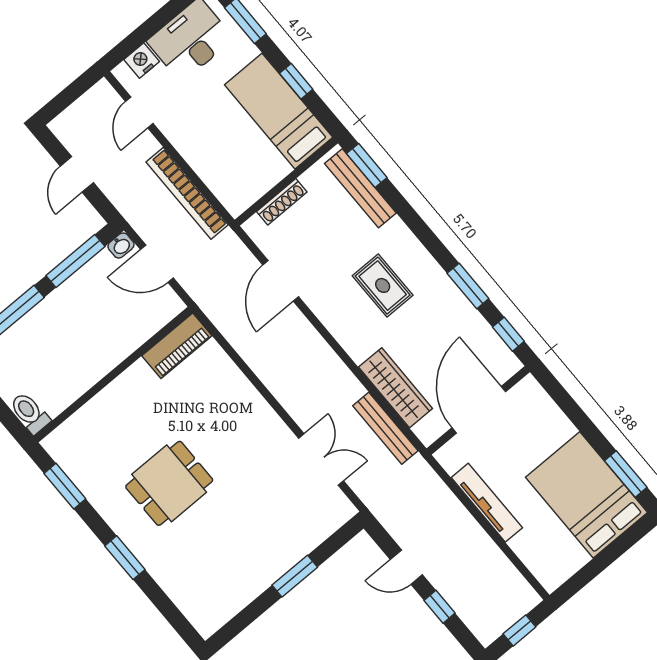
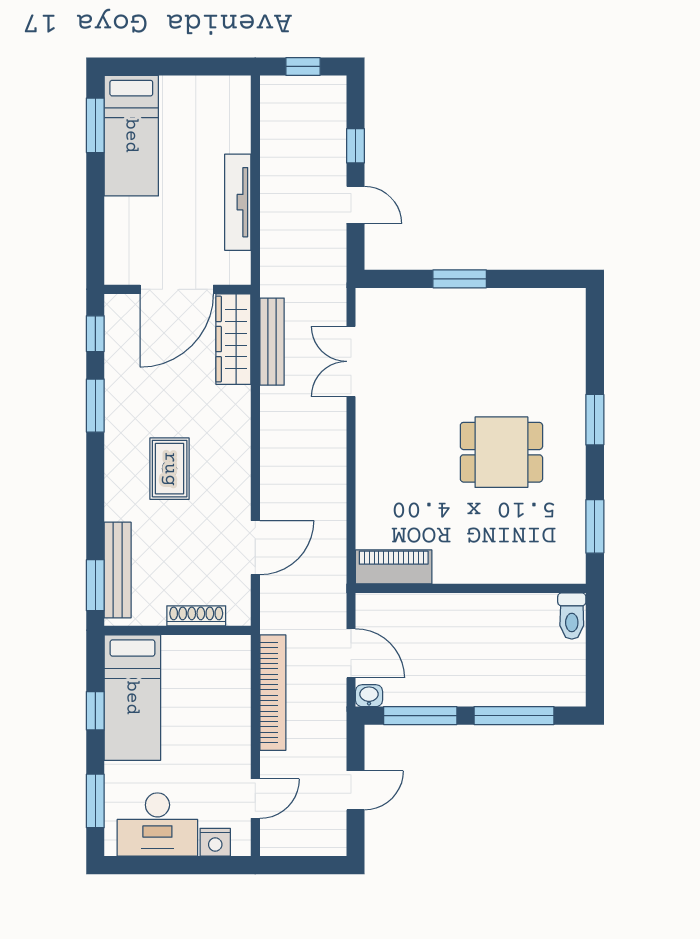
wardrobe: (396, 388) -> (233, 339), moved
bed: (587, 495) -> (131, 136), width x0.67

